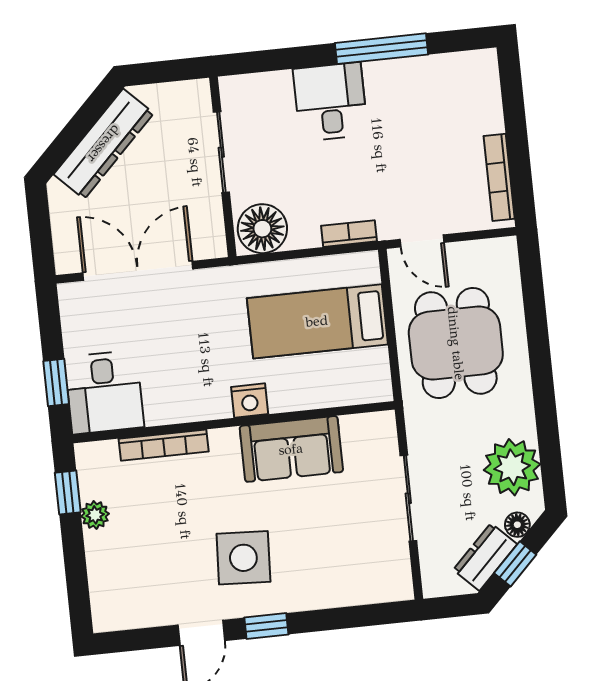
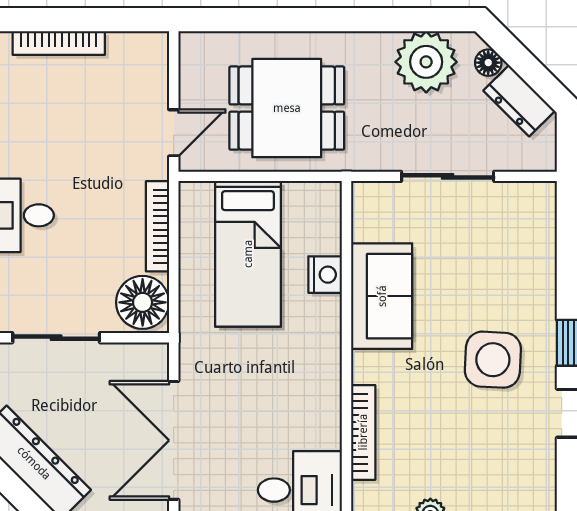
bookcase: (499, 177) -> (59, 43), moved
bookcase: (349, 234) -> (158, 226), width x1.56
nightstand: (250, 400) -> (325, 275), moved
window: (515, 564) -> (530, 69), removed

